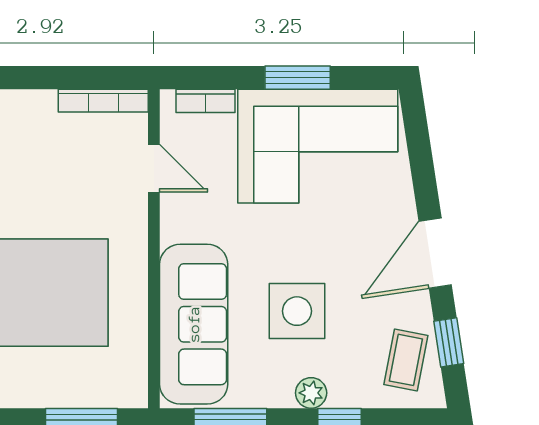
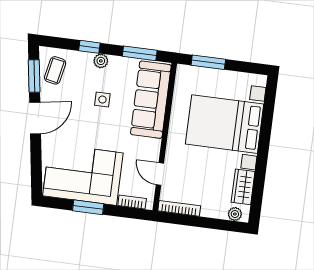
side table: (297, 311) -> (102, 100), width x0.54, depth x0.54
window: (449, 342) -> (34, 76), width x1.50

